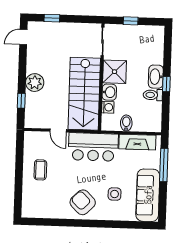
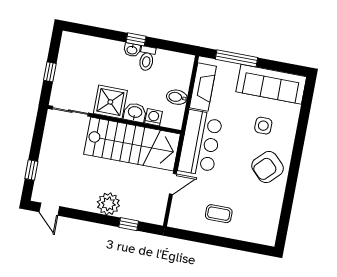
washbasin: (156, 77) -> (132, 50), width x0.52, depth x0.69

